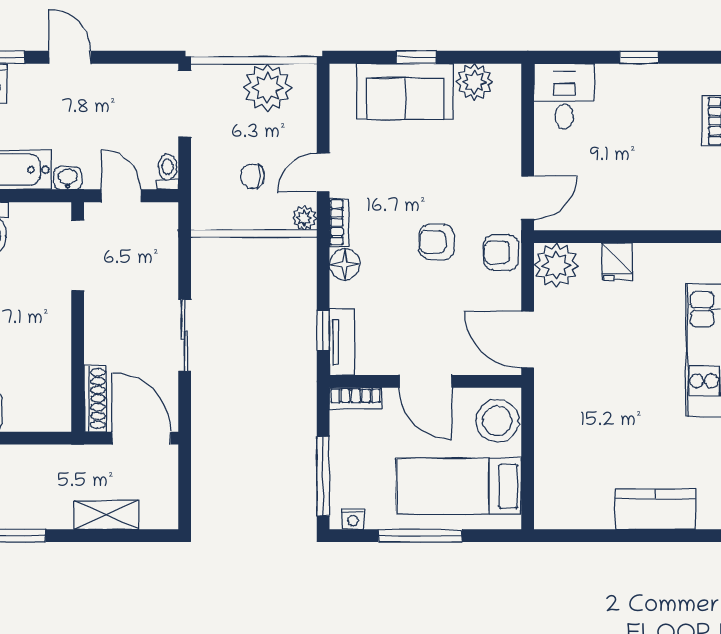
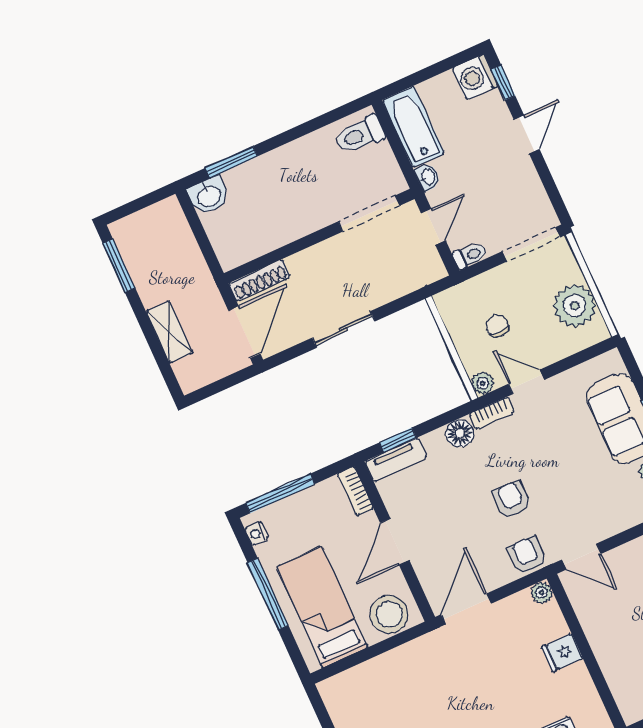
plant: (556, 265) -> (541, 593), width x0.53, depth x0.53

